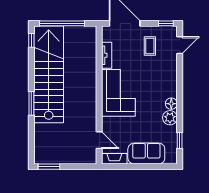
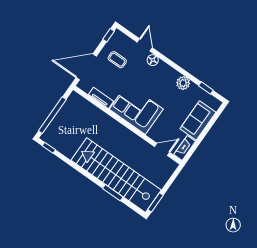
door: (180, 45) -> (145, 45), moved
stairs: (49, 74) -> (116, 175), moved
window: (31, 103) -> (113, 193), moved
floor lamp: (171, 104) -> (153, 60), moved

